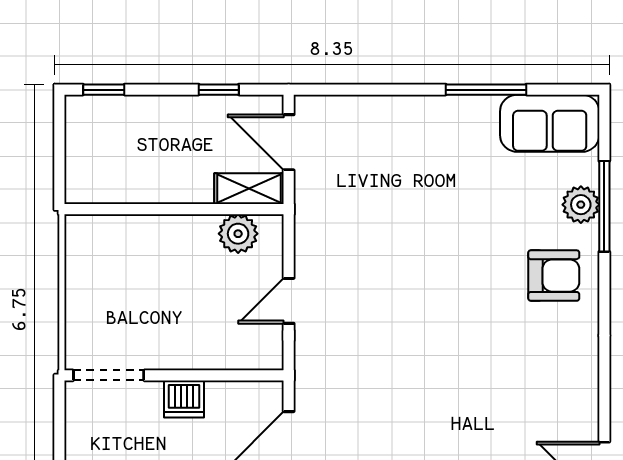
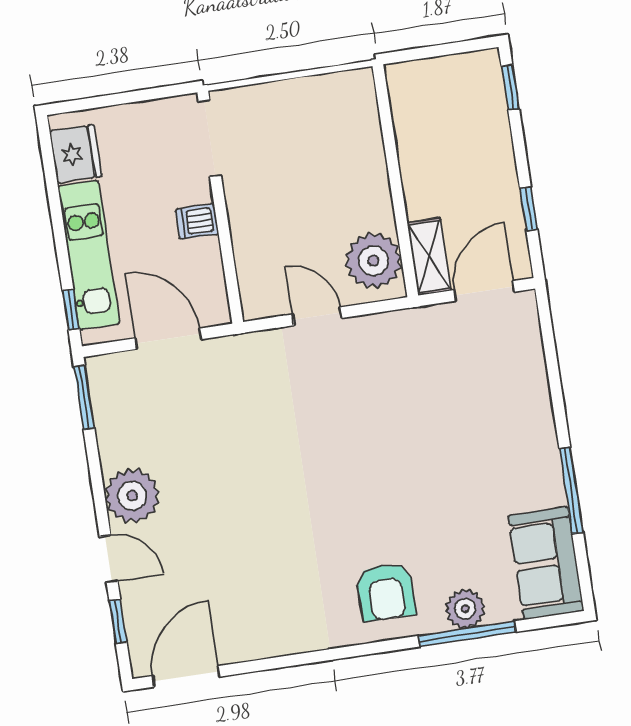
plant: (238, 234) -> (373, 261), width x1.36, depth x1.36
dishwasher: (184, 399) -> (197, 222), width x0.73

